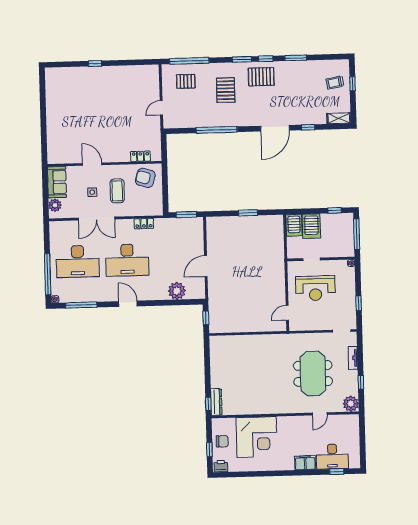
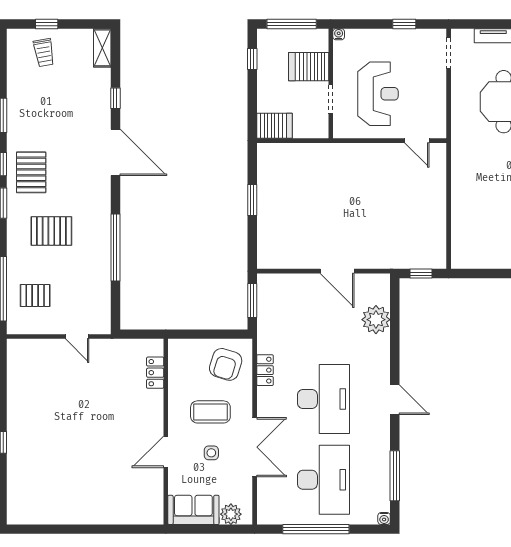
pallet: (186, 81) -> (35, 295), turned 90
armchair: (145, 178) -> (226, 364), moved
server rack: (311, 226) -> (309, 67), moved, turned 180
window: (48, 274) -> (316, 529), moved
door: (128, 304) -> (395, 400), swing flipped

